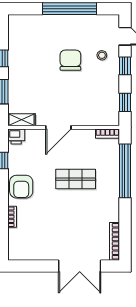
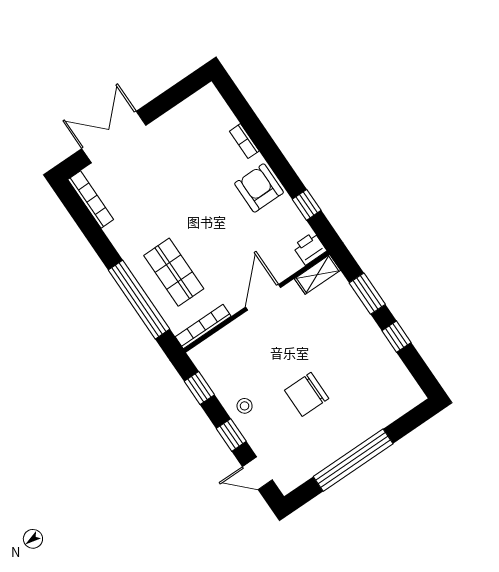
stool: (102, 55) -> (245, 406), moved
chair: (70, 60) -> (307, 394), turned 90
bookcase: (107, 134) -> (203, 326), width x1.56
shop shelf: (76, 179) -> (174, 272), moved, turned 90

